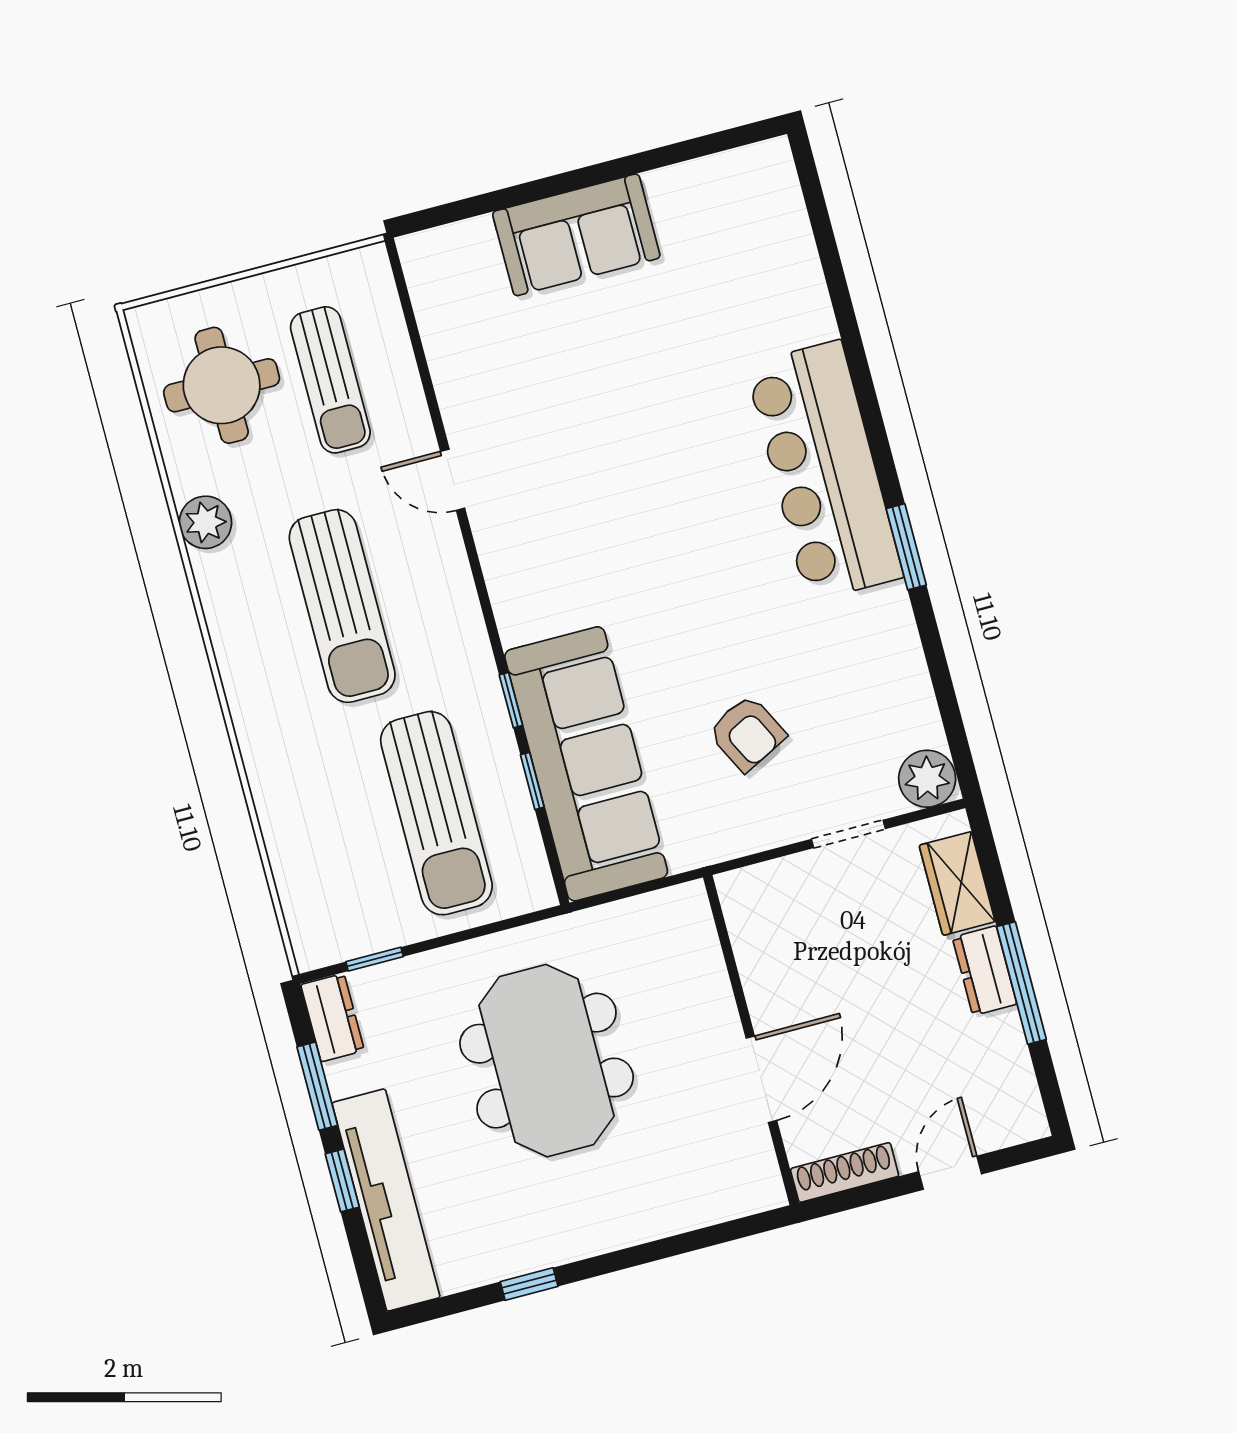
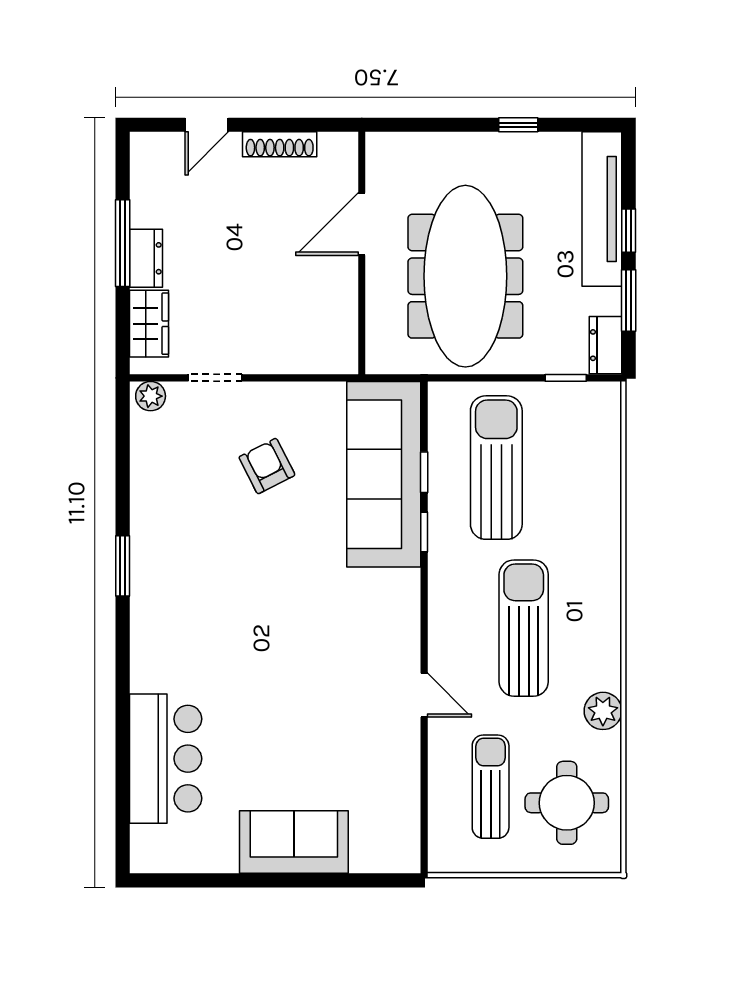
bar counter: (824, 471) -> (166, 759), moved, width x0.73
plant: (927, 779) -> (151, 396), width x0.73, depth x0.73
wall: (751, 1040) -> (362, 253), moved
meeting table: (547, 1061) -> (465, 276), width x1.36
door: (761, 1079) -> (362, 224), moved

